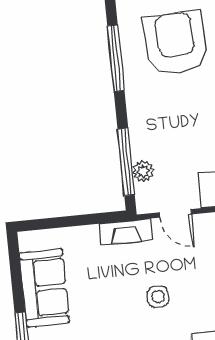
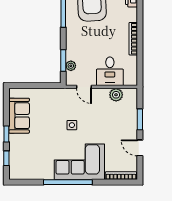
window: (126, 162) -> (63, 60), width x0.69
fireplace: (126, 232) -> (60, 93), removed

